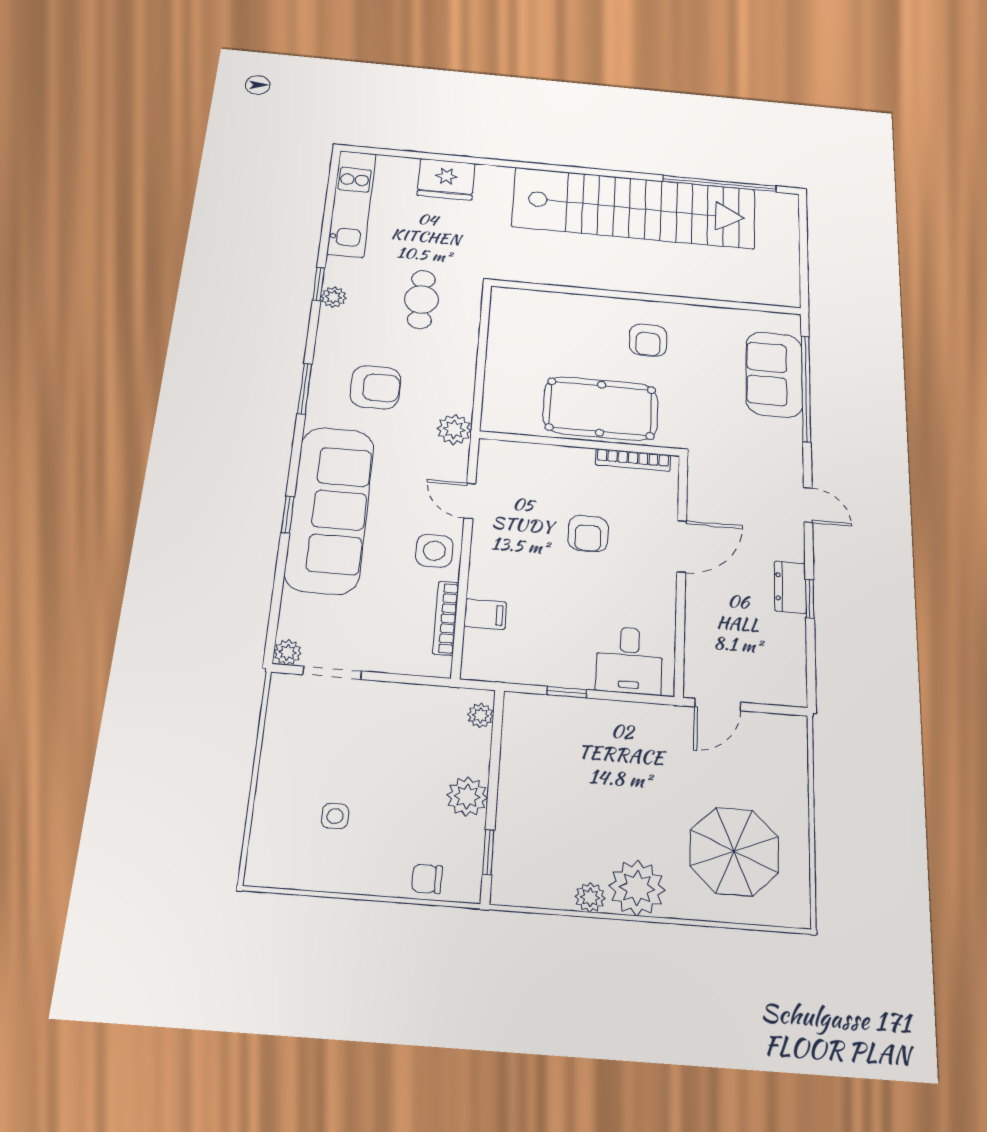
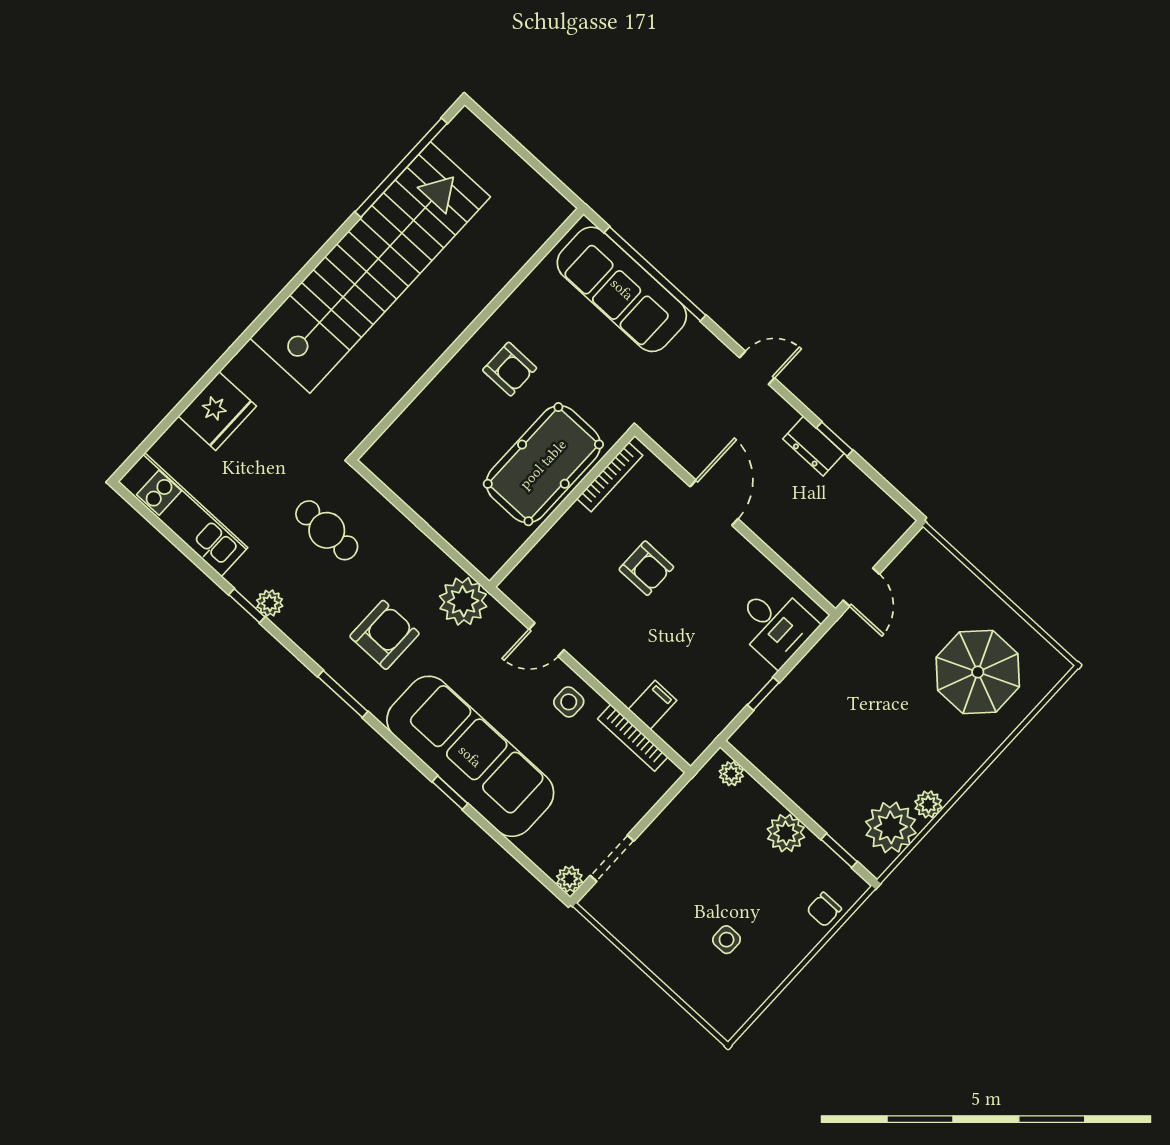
sofa: (774, 374) -> (622, 289), width x1.36
plant: (454, 429) -> (463, 601), width x1.36, depth x1.36
side table: (434, 551) -> (569, 702), width x0.73, depth x0.73
plant: (637, 888) -> (891, 827), moved

